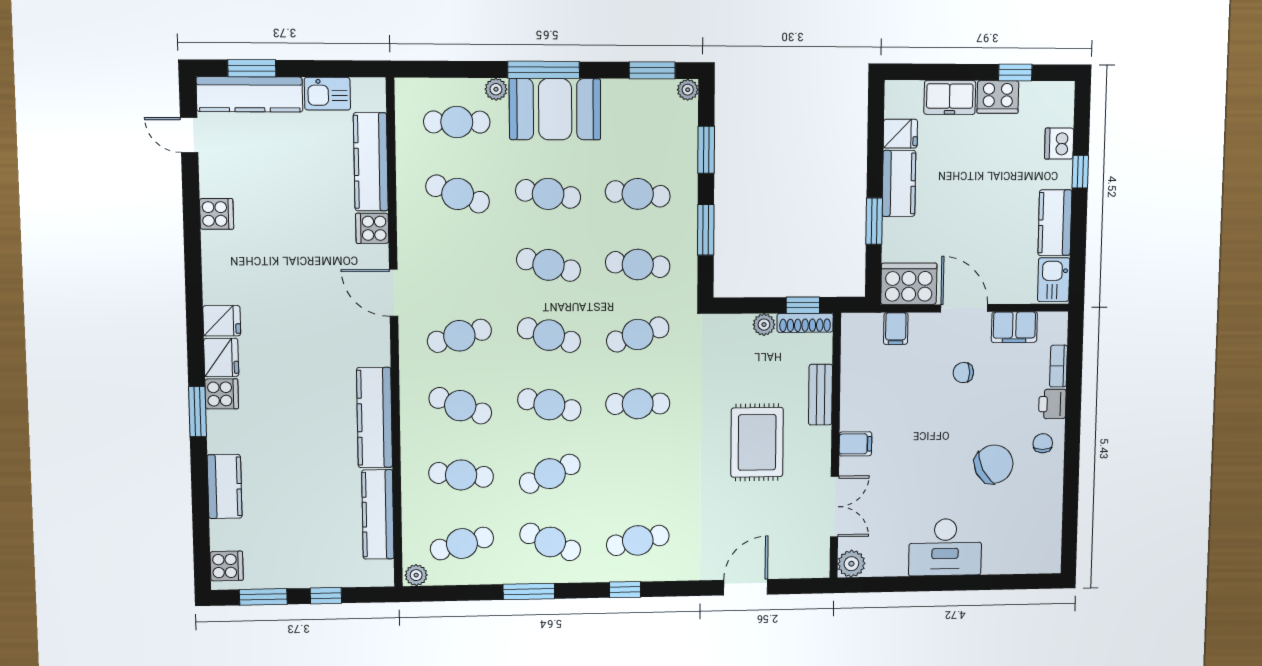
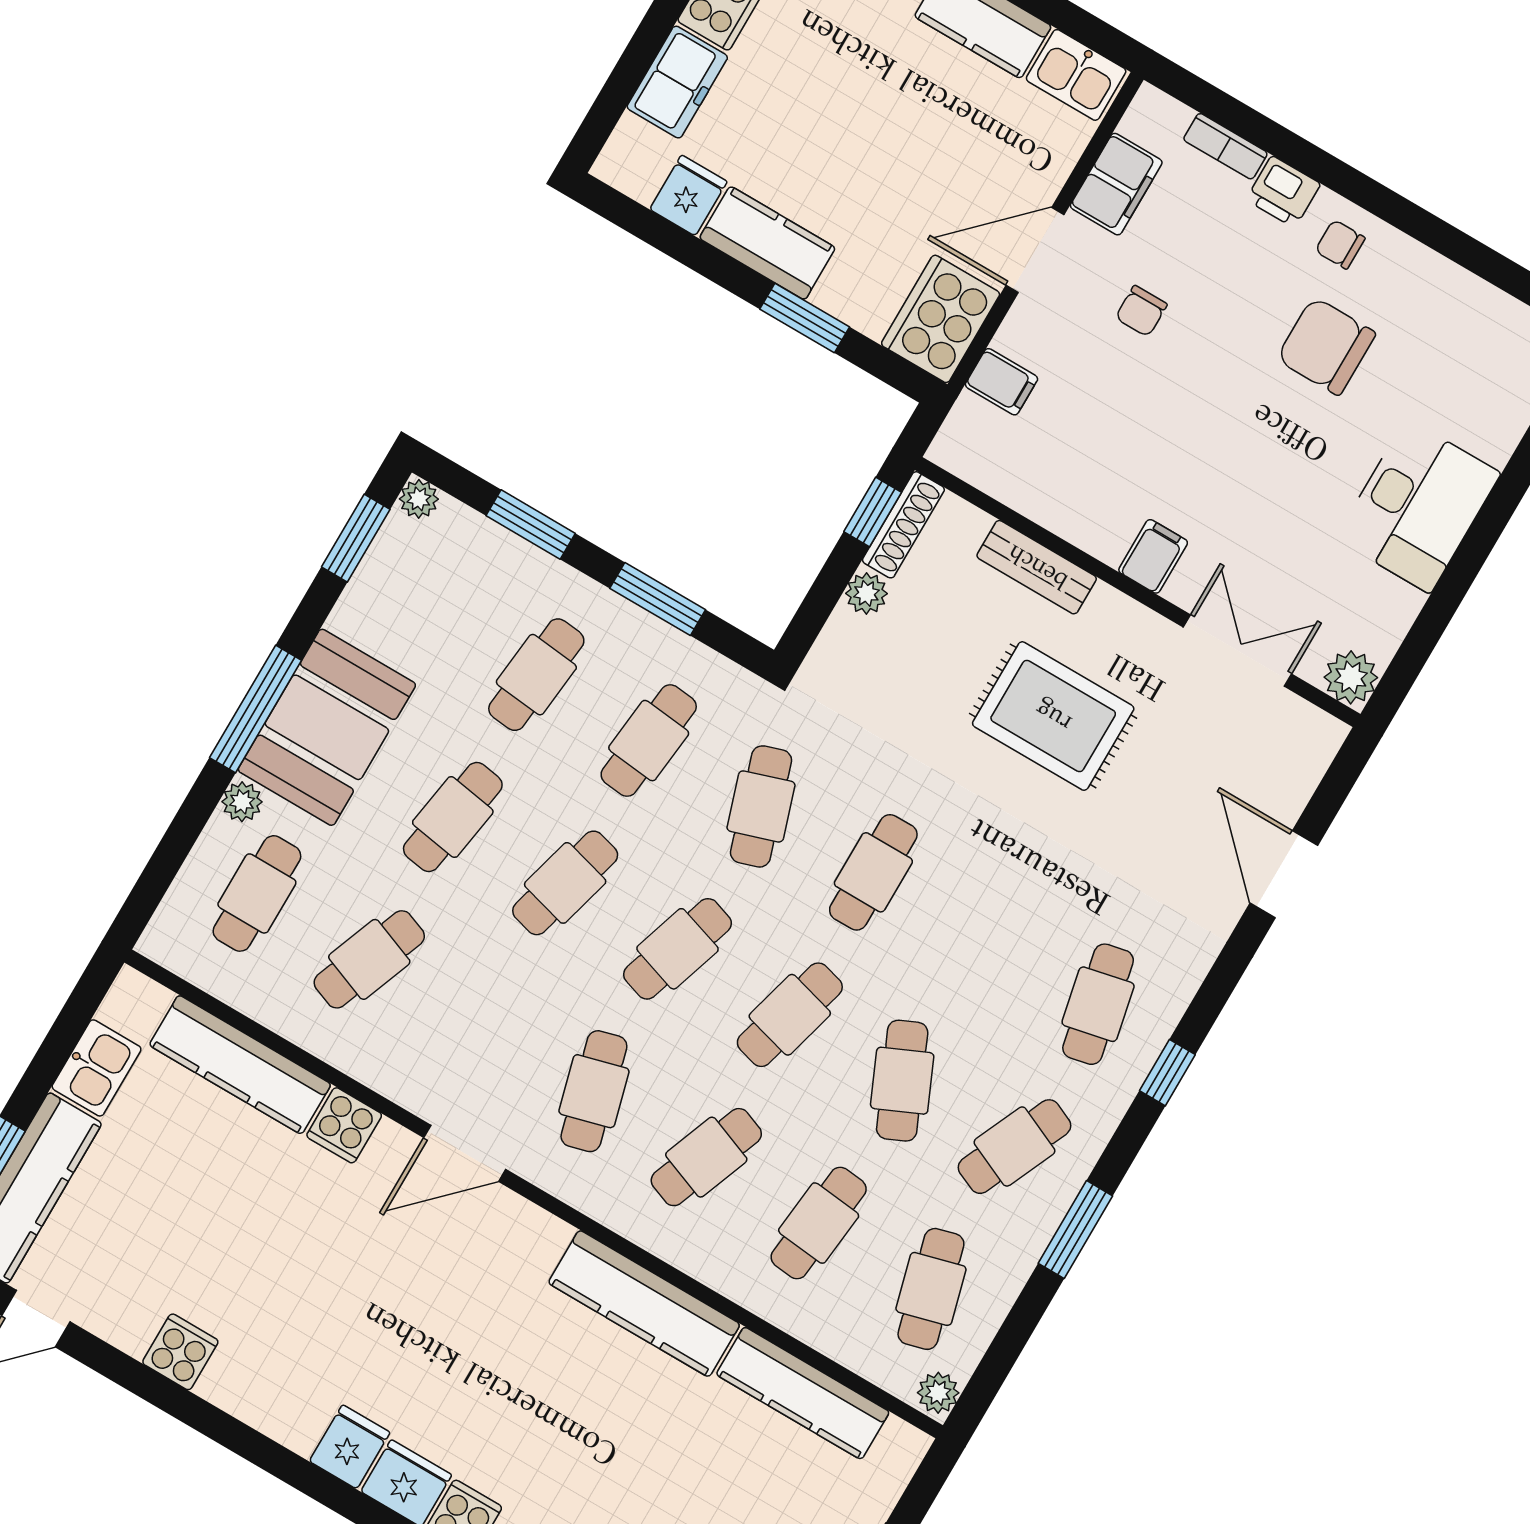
chair: (994, 464) -> (1326, 346), turned -63

